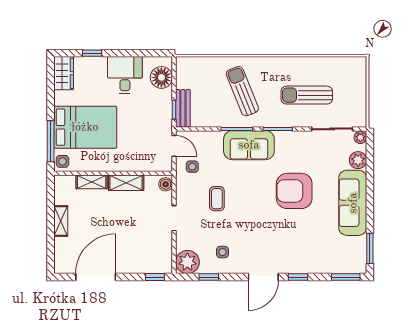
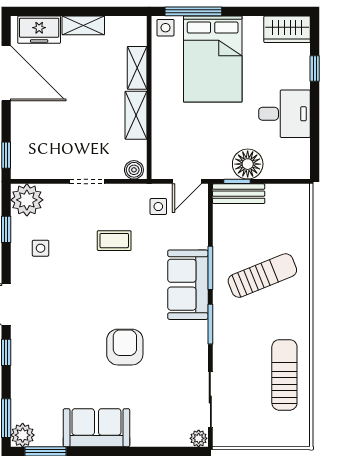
floor lamp: (161, 77) -> (248, 164), moved
sun lounger: (307, 95) -> (284, 375), moved
plant: (358, 160) -> (23, 435), moved
armchair: (294, 191) -> (125, 347), width x0.73, depth x0.73
sofa: (353, 203) -> (96, 428), width x0.73
freezer: (64, 253) -> (39, 30), added

